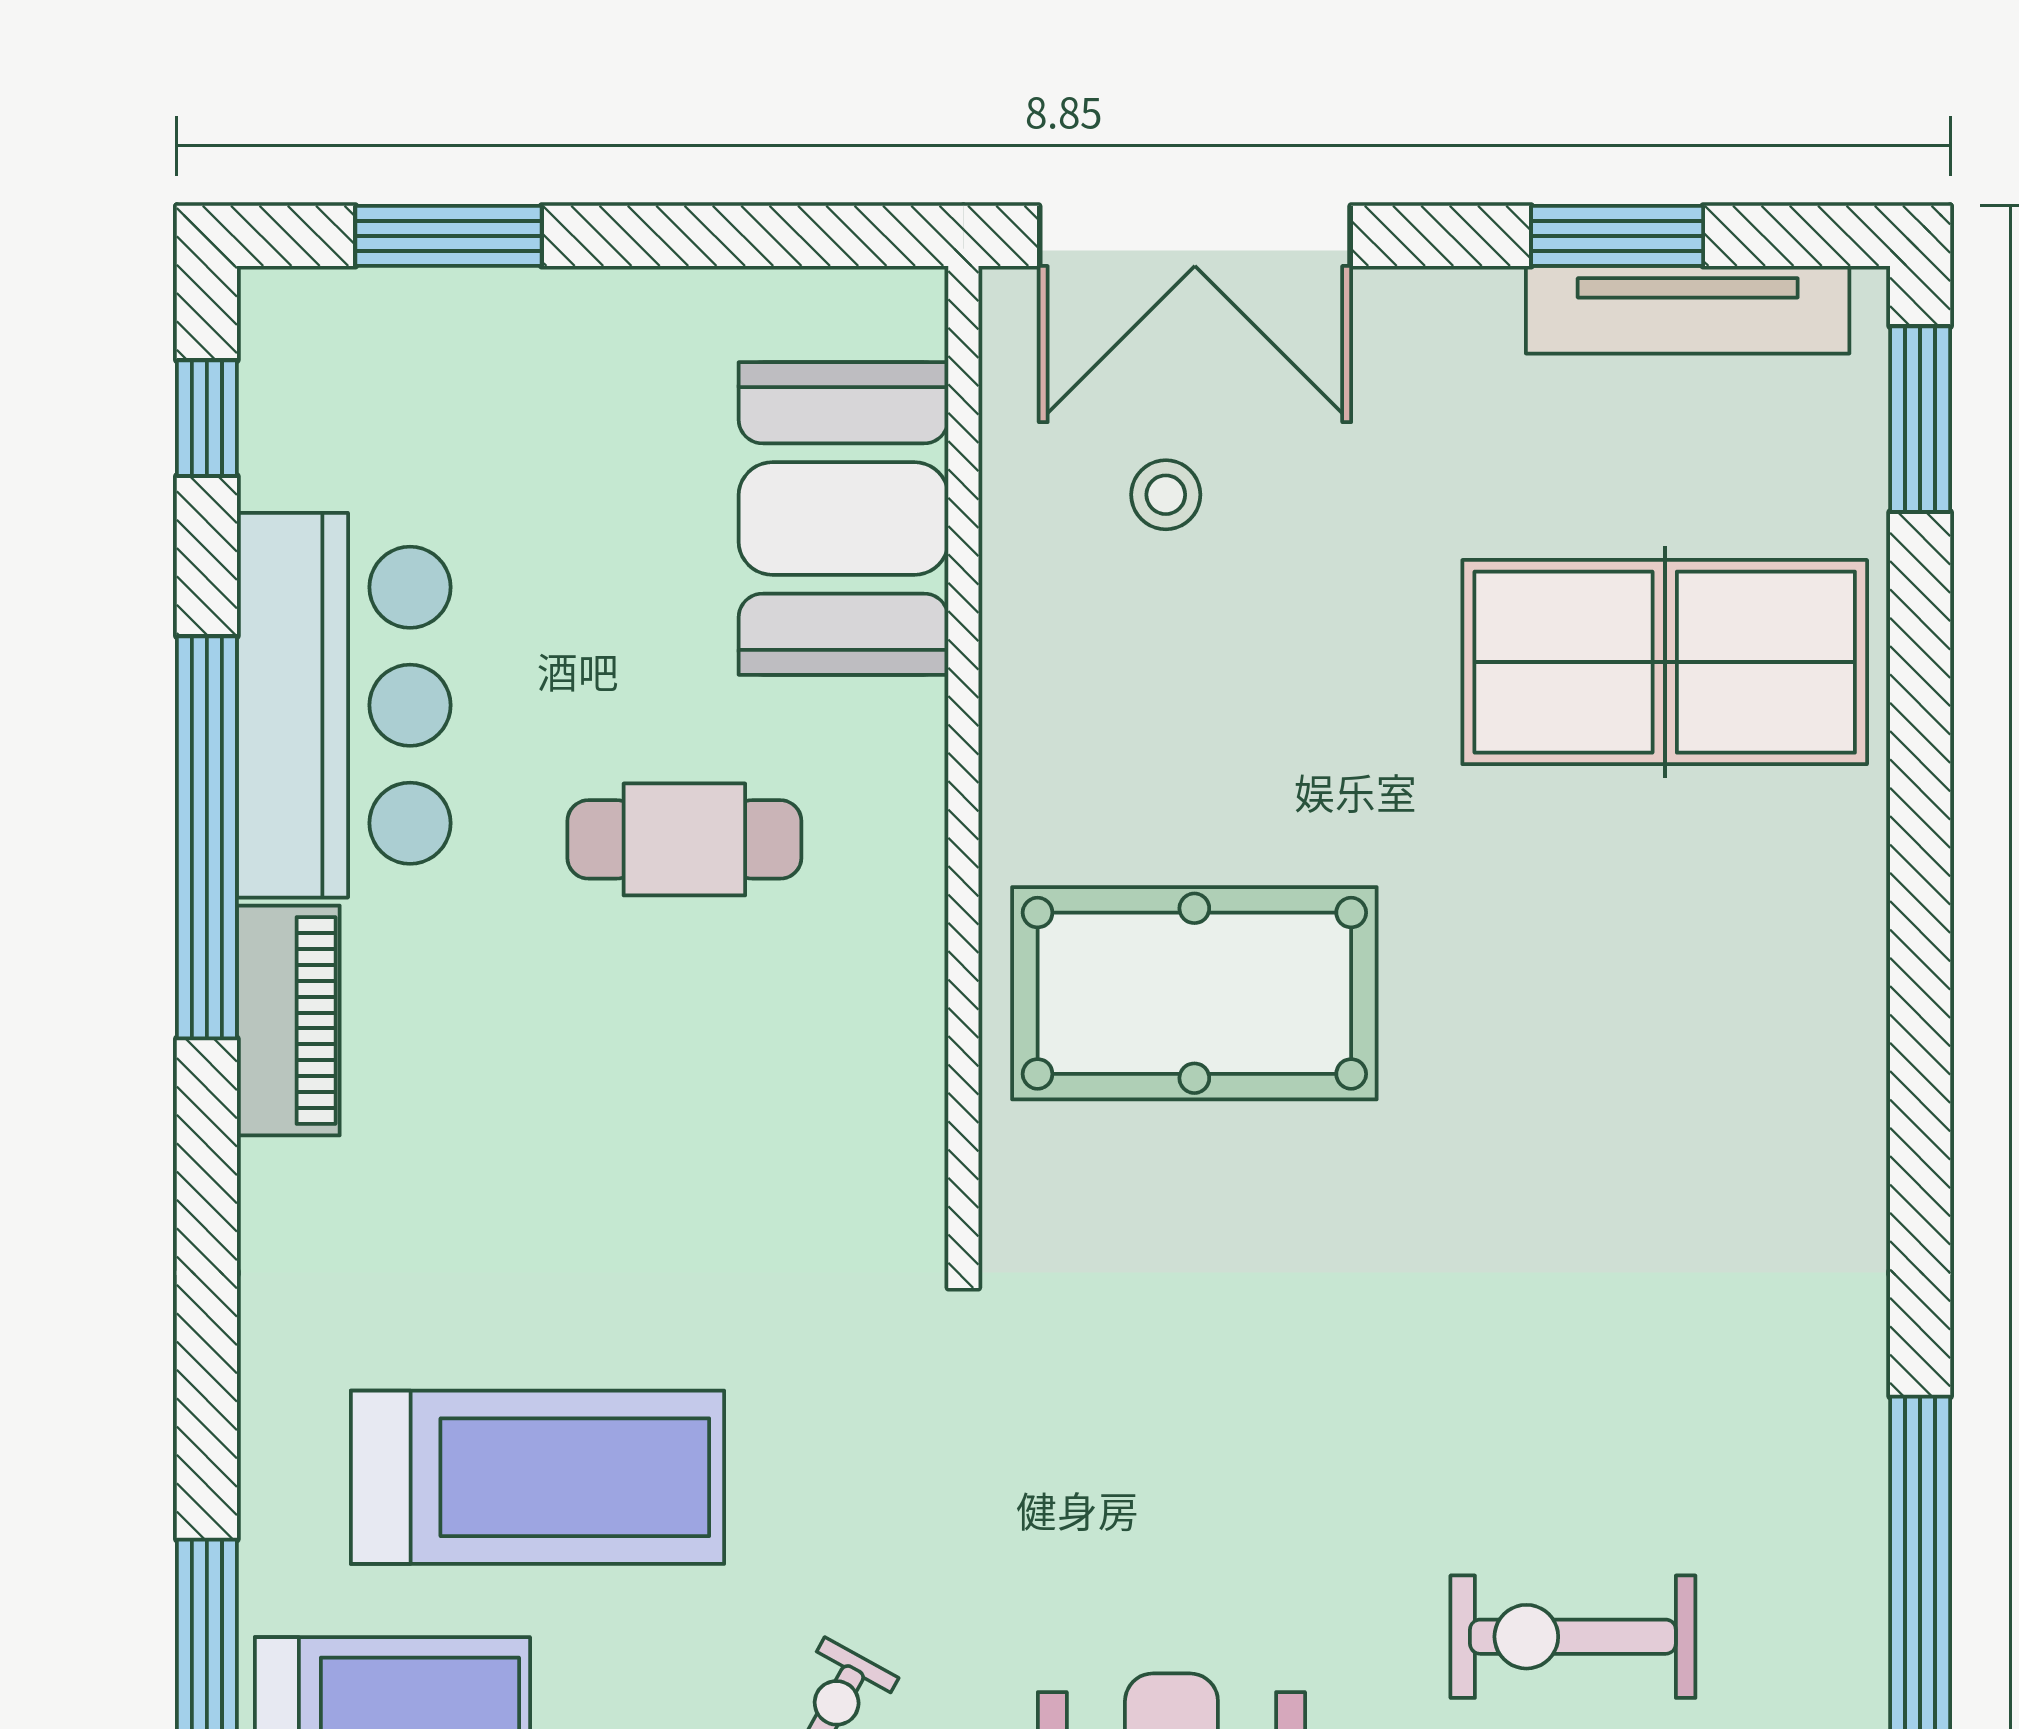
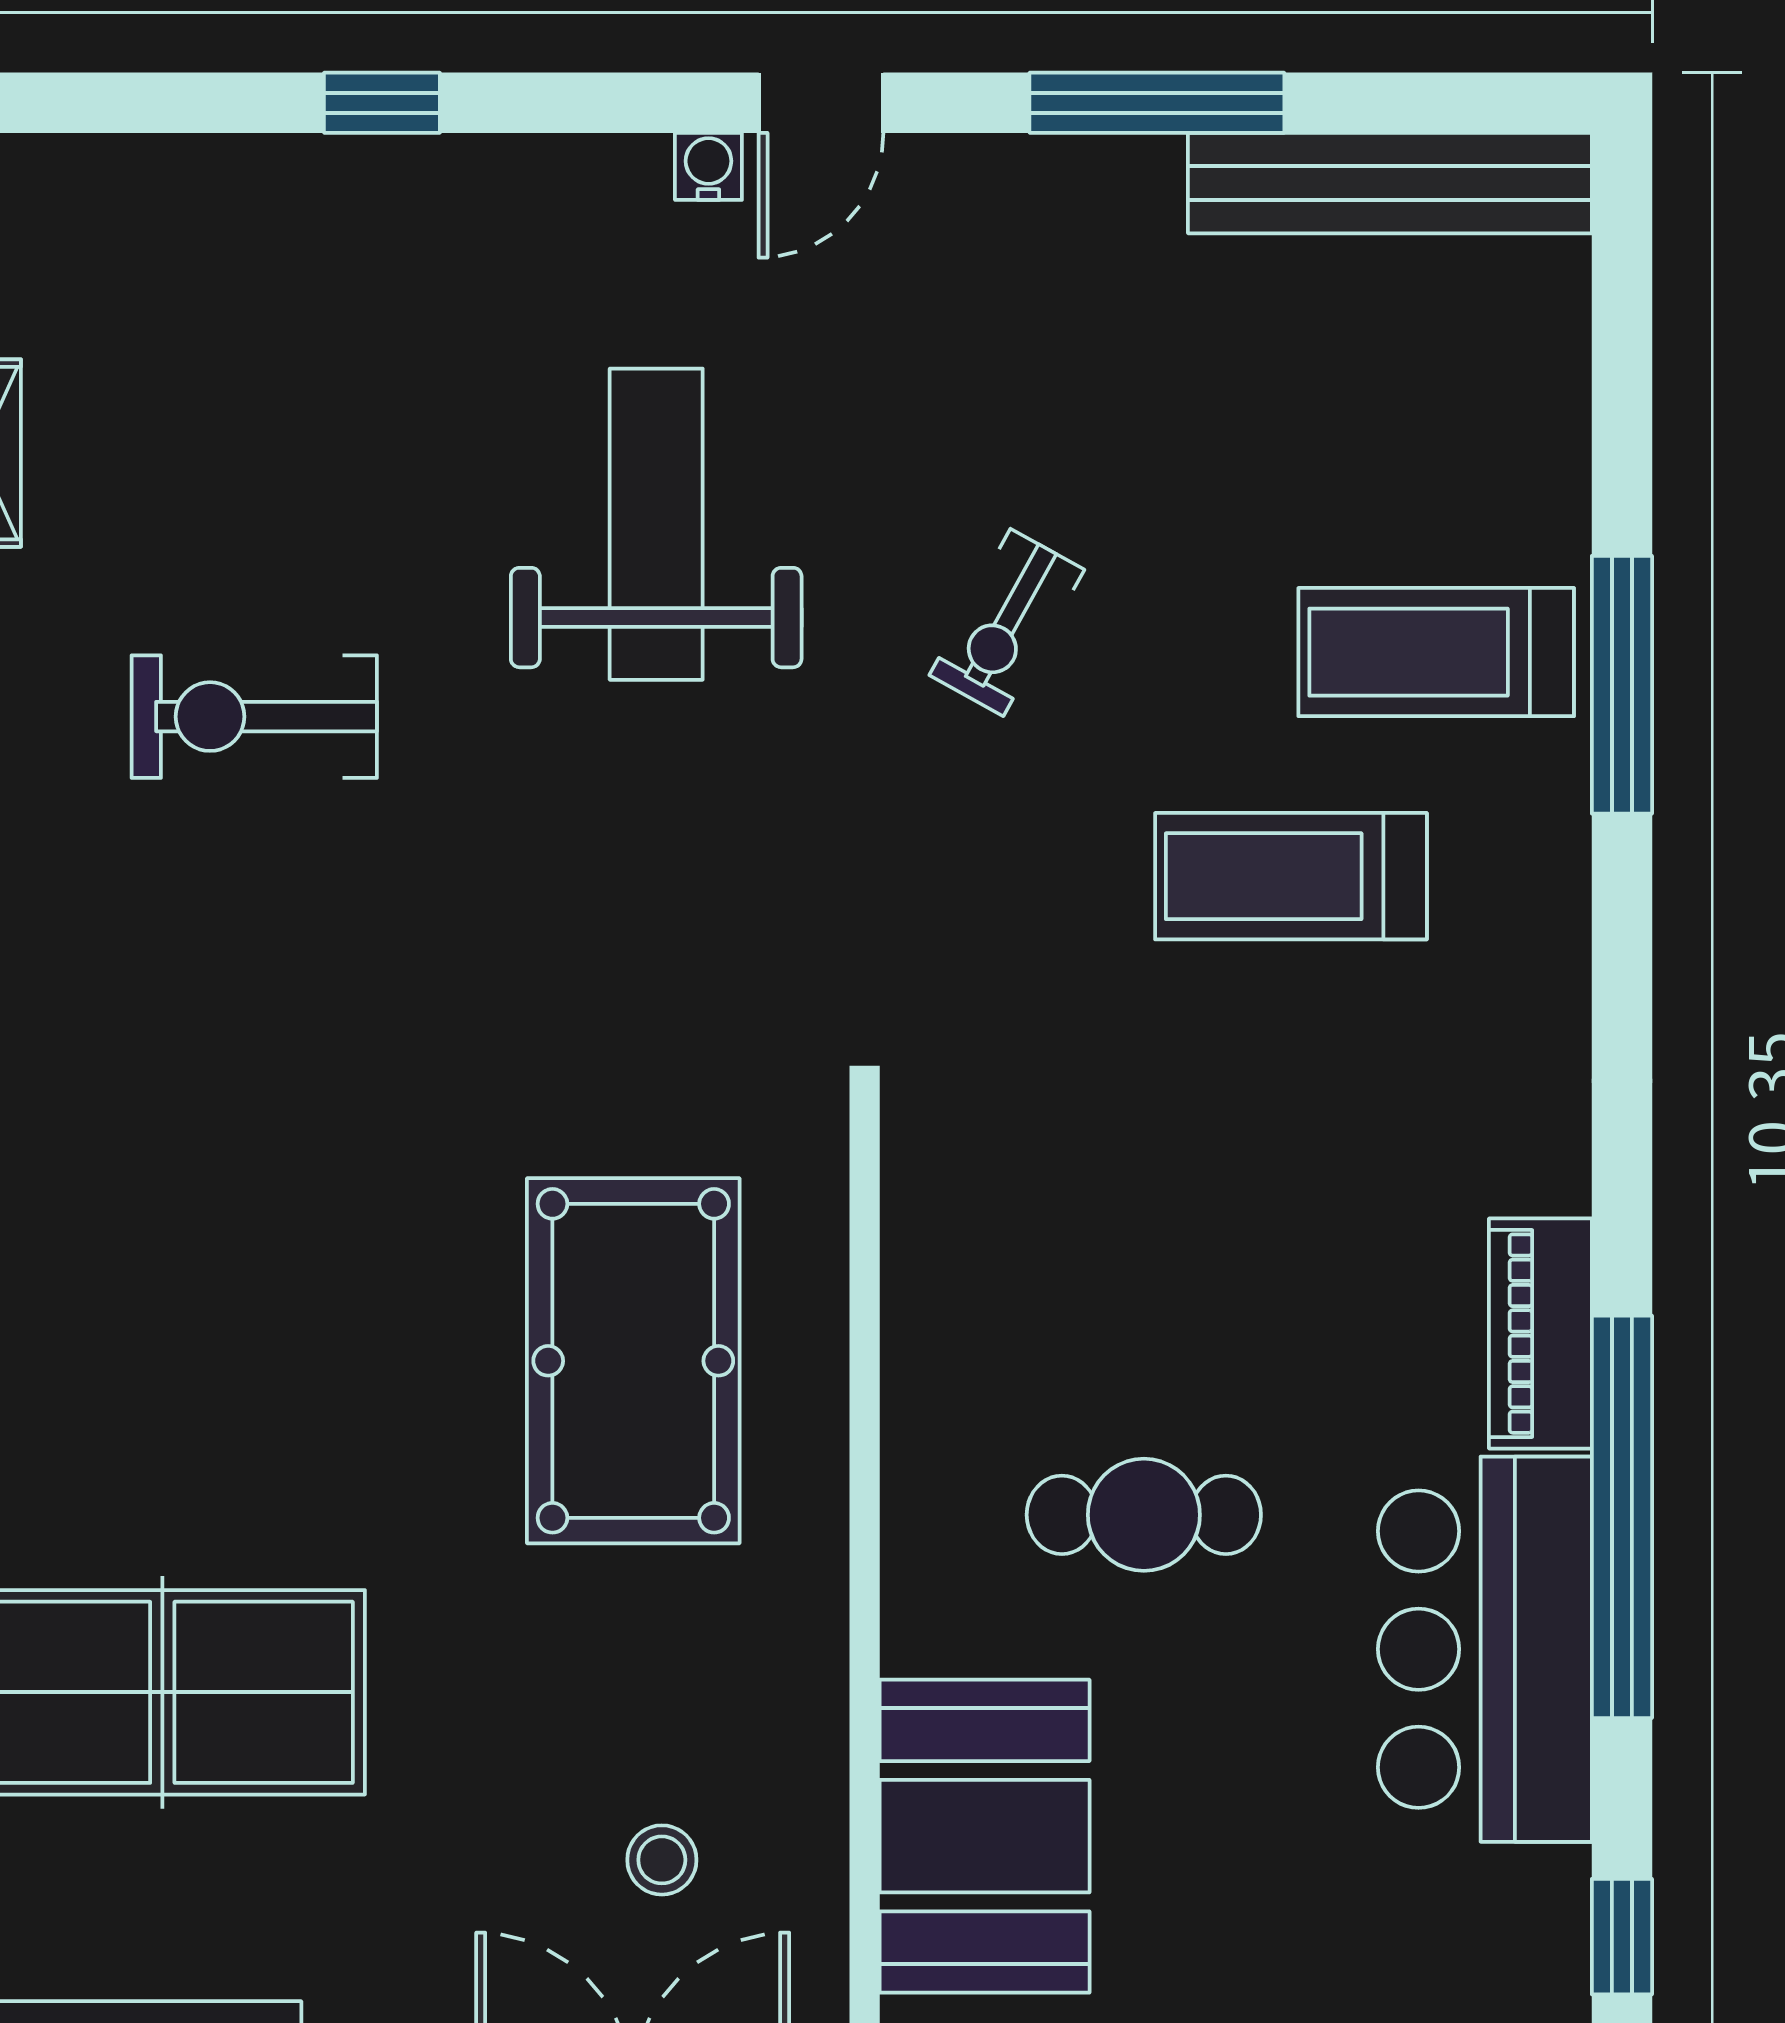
pool table: (1194, 993) -> (633, 1361), turned 90
treadmill: (538, 1477) -> (1291, 876), width x0.73, depth x0.73
exercise bike: (1573, 1637) -> (254, 717), turned 180

